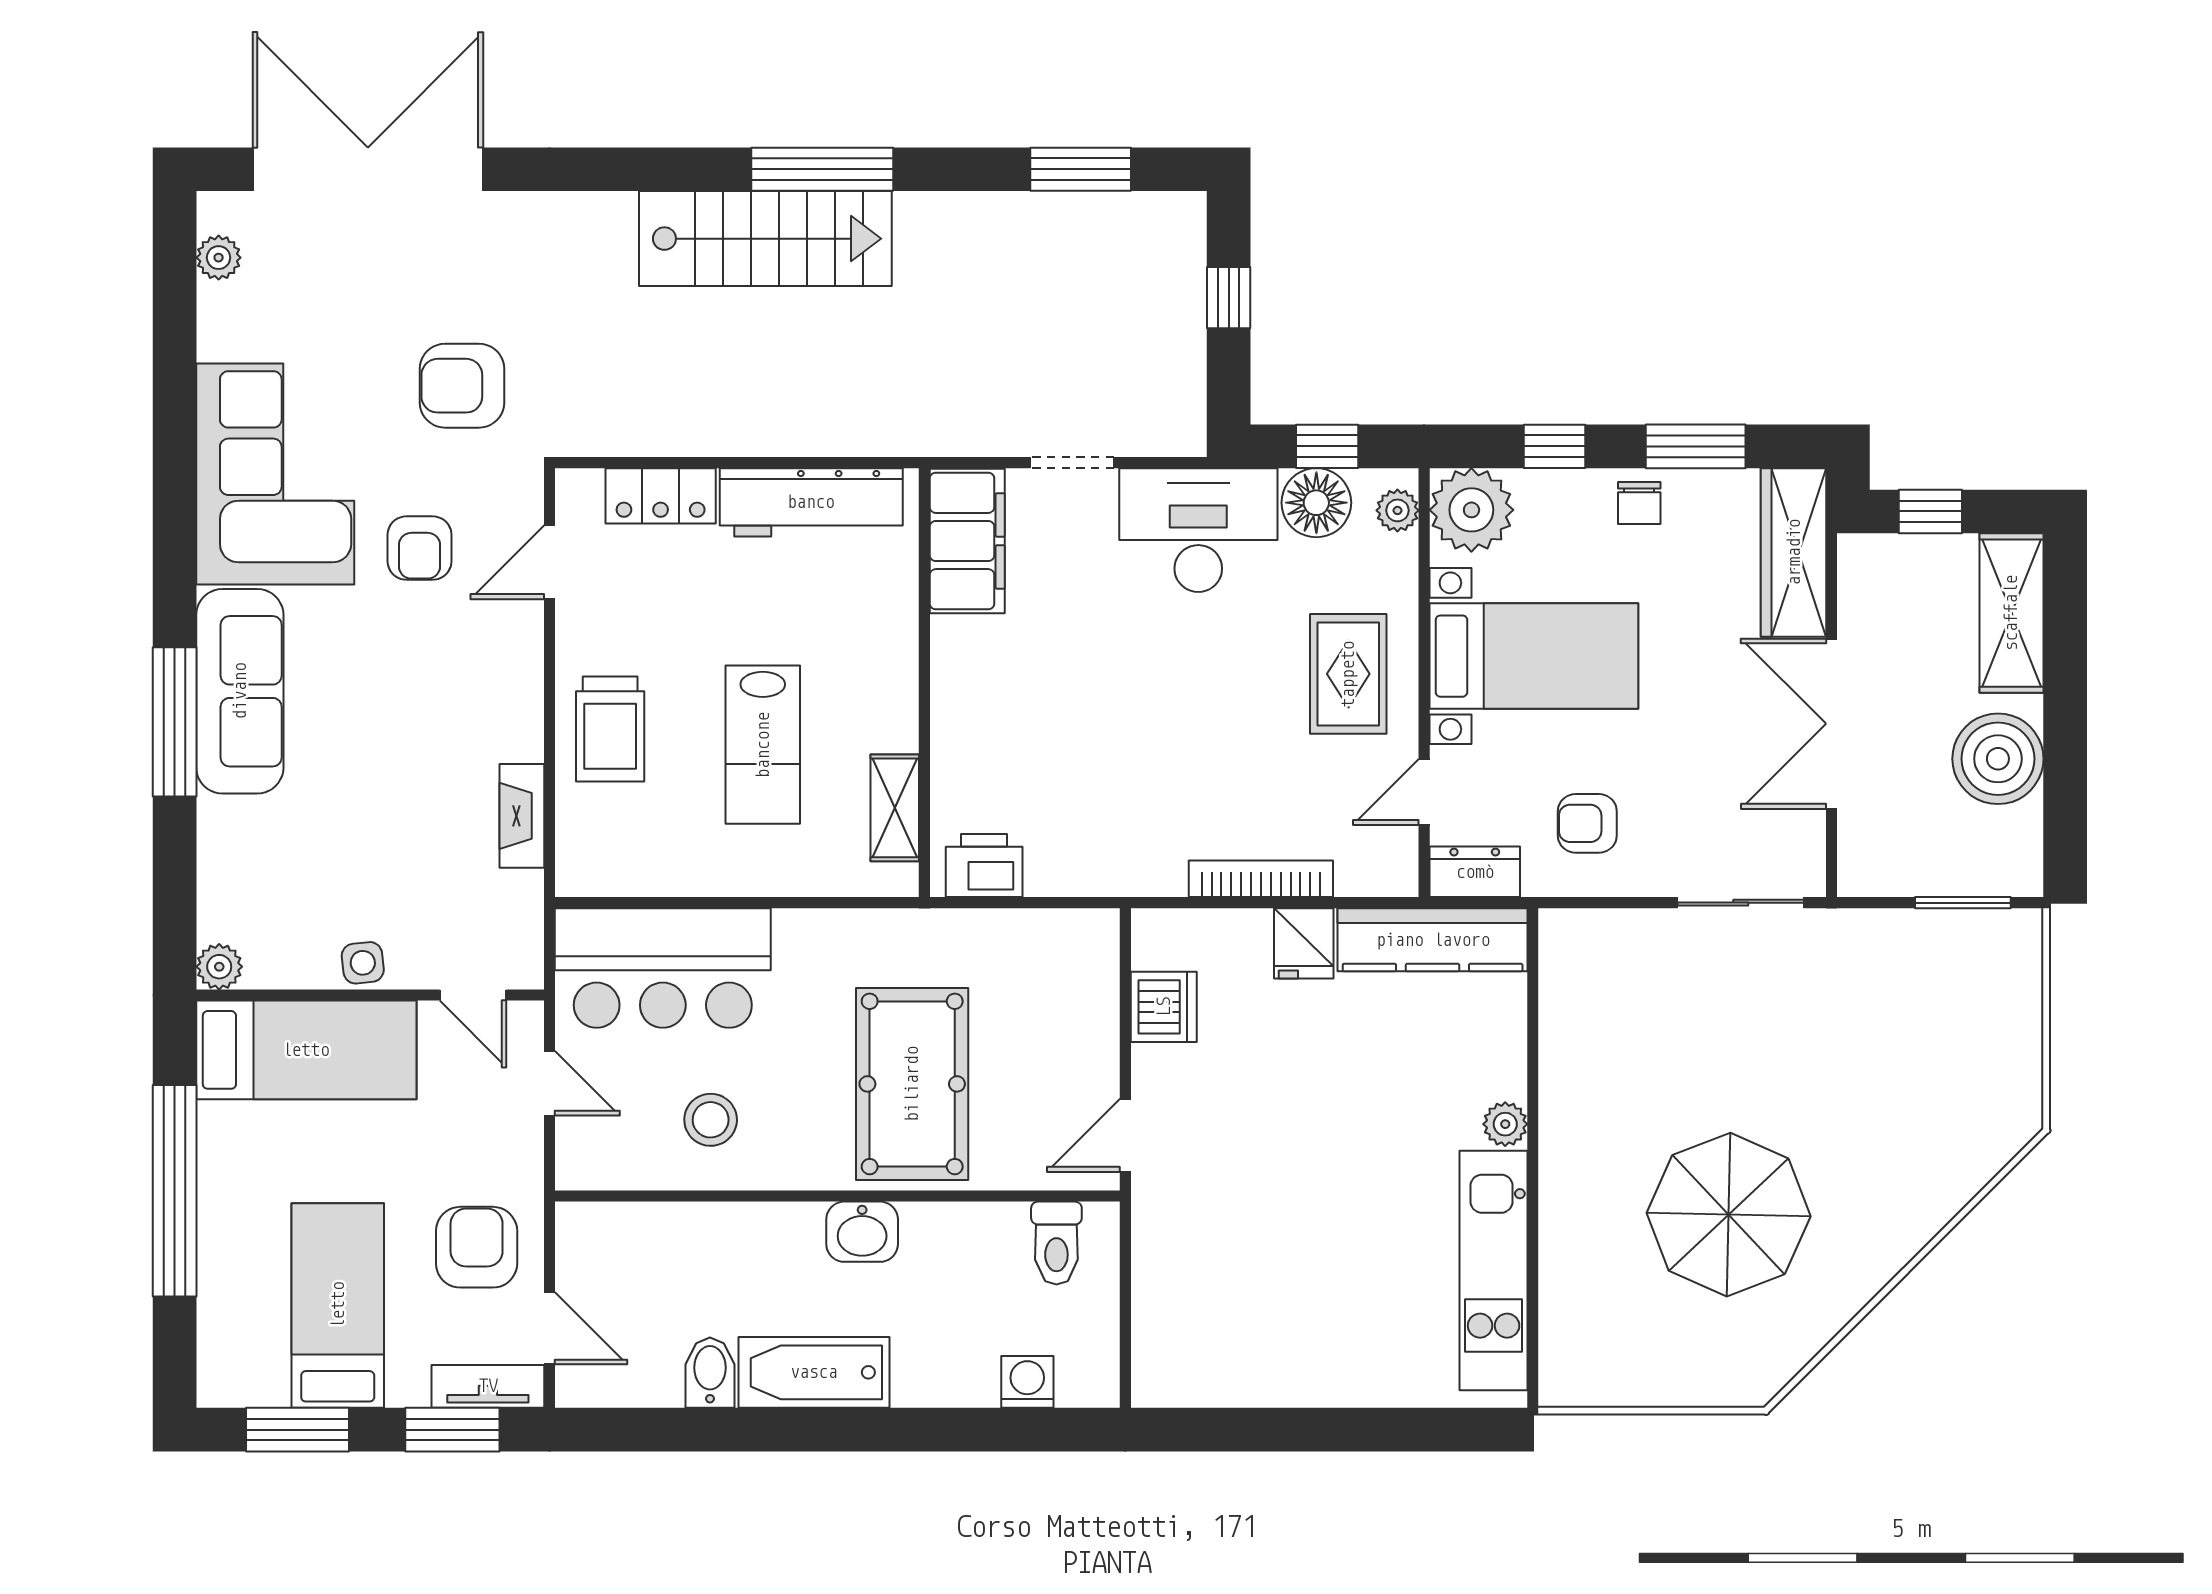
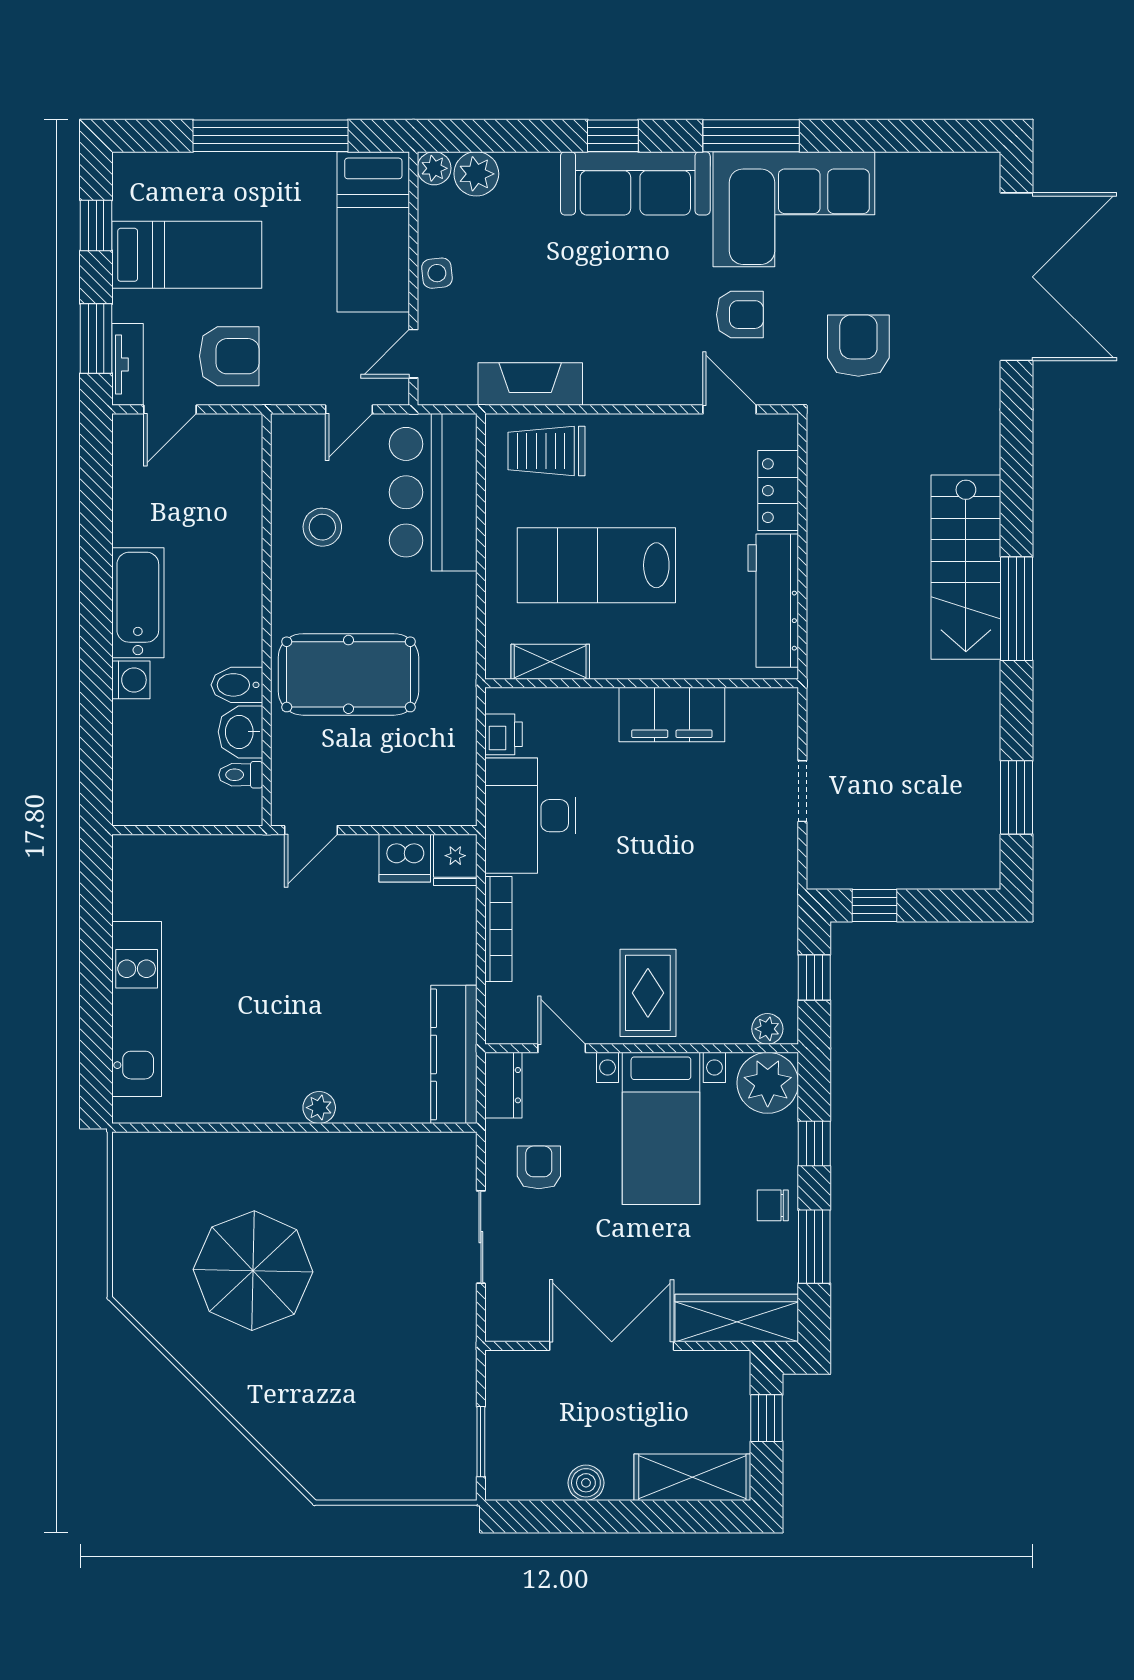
plant: (219, 258) -> (476, 174), moved, width x1.38, depth x1.38
window: (1229, 298) -> (874, 905), moved
floor lamp: (1316, 503) -> (773, 970), removed
desk: (1198, 530) -> (530, 816), moved, turned 180
window: (175, 533) -> (751, 136), added
filing cabinet: (967, 541) -> (672, 715), moved
armchair: (420, 548) -> (740, 315), turned 180
rug: (1348, 674) -> (648, 993), turned 90
window: (175, 722) -> (613, 136), width x0.46
trolley: (610, 729) -> (546, 451), moved
lab bench: (763, 745) -> (596, 565), width x1.36, depth x1.39
boiler: (1998, 759) -> (586, 1483), width x0.54, depth x0.54
fireplace: (522, 816) -> (530, 384), width x1.37, depth x1.32
printer: (984, 866) -> (503, 734), width x0.73, depth x0.81
sliding door: (1741, 903) -> (481, 1237), moved
fridge: (1304, 943) -> (455, 860), moved, turned -90
door: (1125, 1135) -> (311, 830), swing flipped
washbasin: (862, 1232) -> (241, 732), moved
toilet: (1056, 1243) -> (241, 775), width x0.73, depth x0.72
kitchen unit: (1494, 1270) -> (137, 1009), moved, turned 90
bidet: (710, 1373) -> (237, 685), moved, turned 180
washing machine: (1027, 1382) -> (131, 680), moved
window: (298, 1430) -> (96, 225), width x0.67

